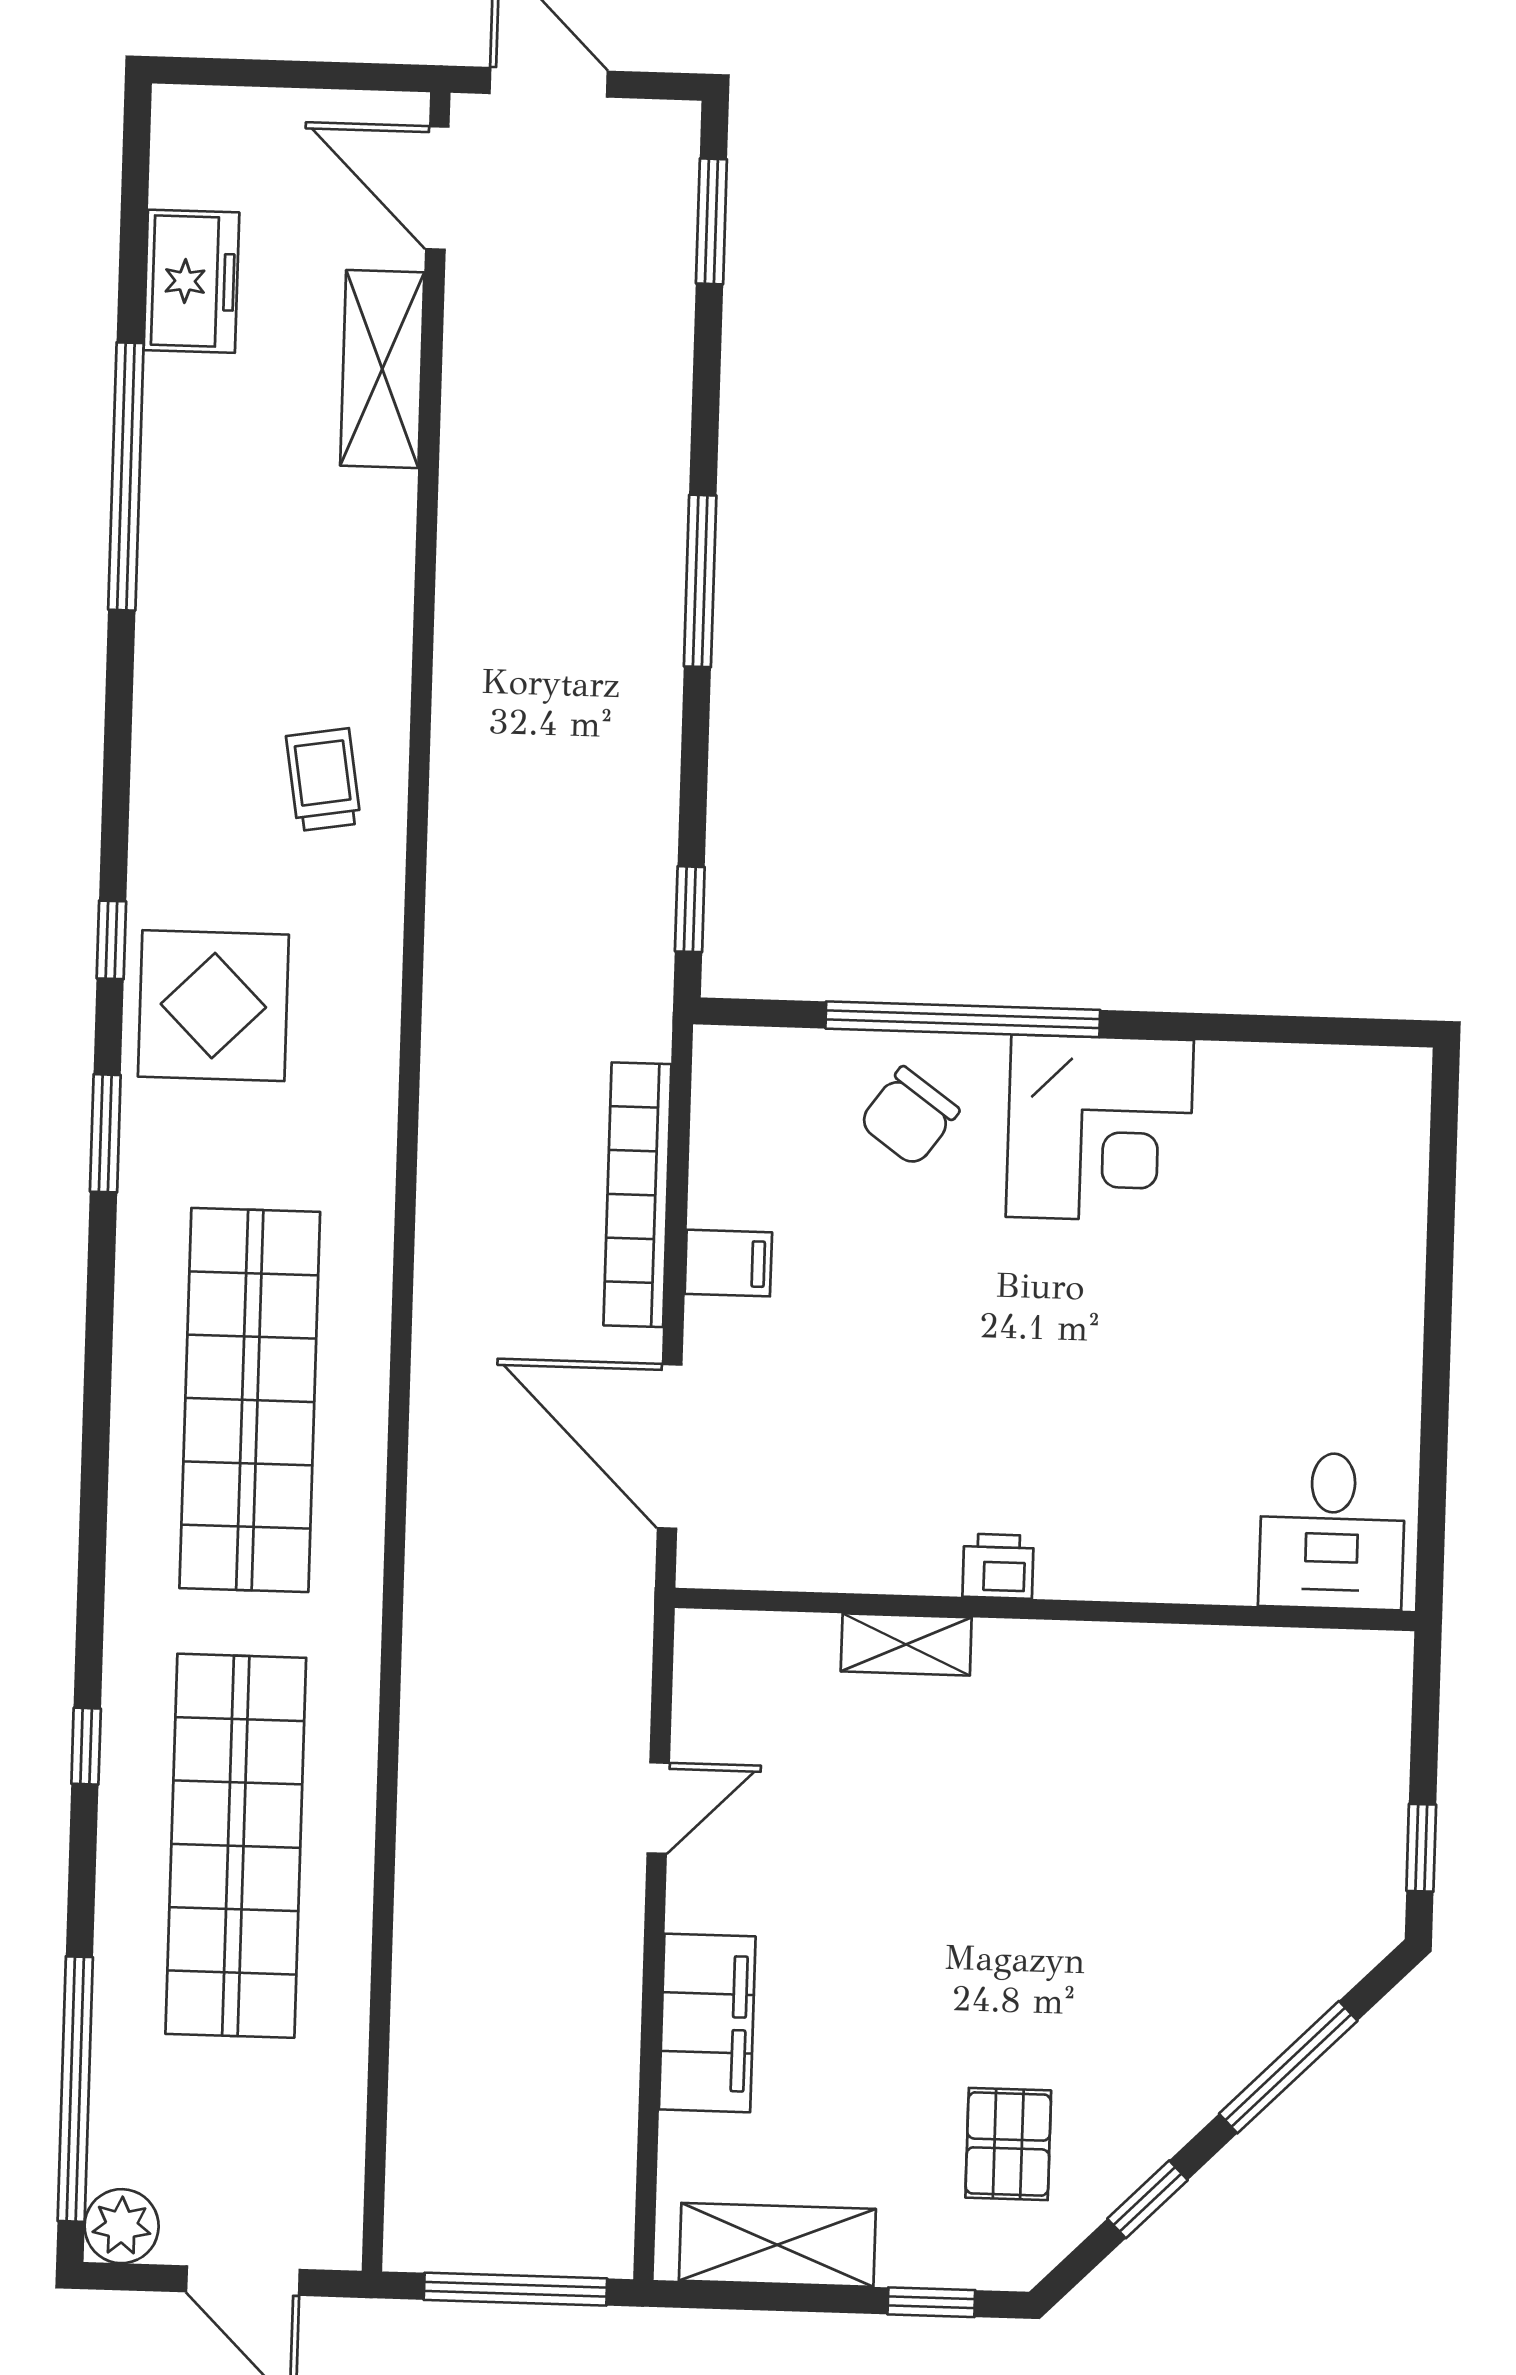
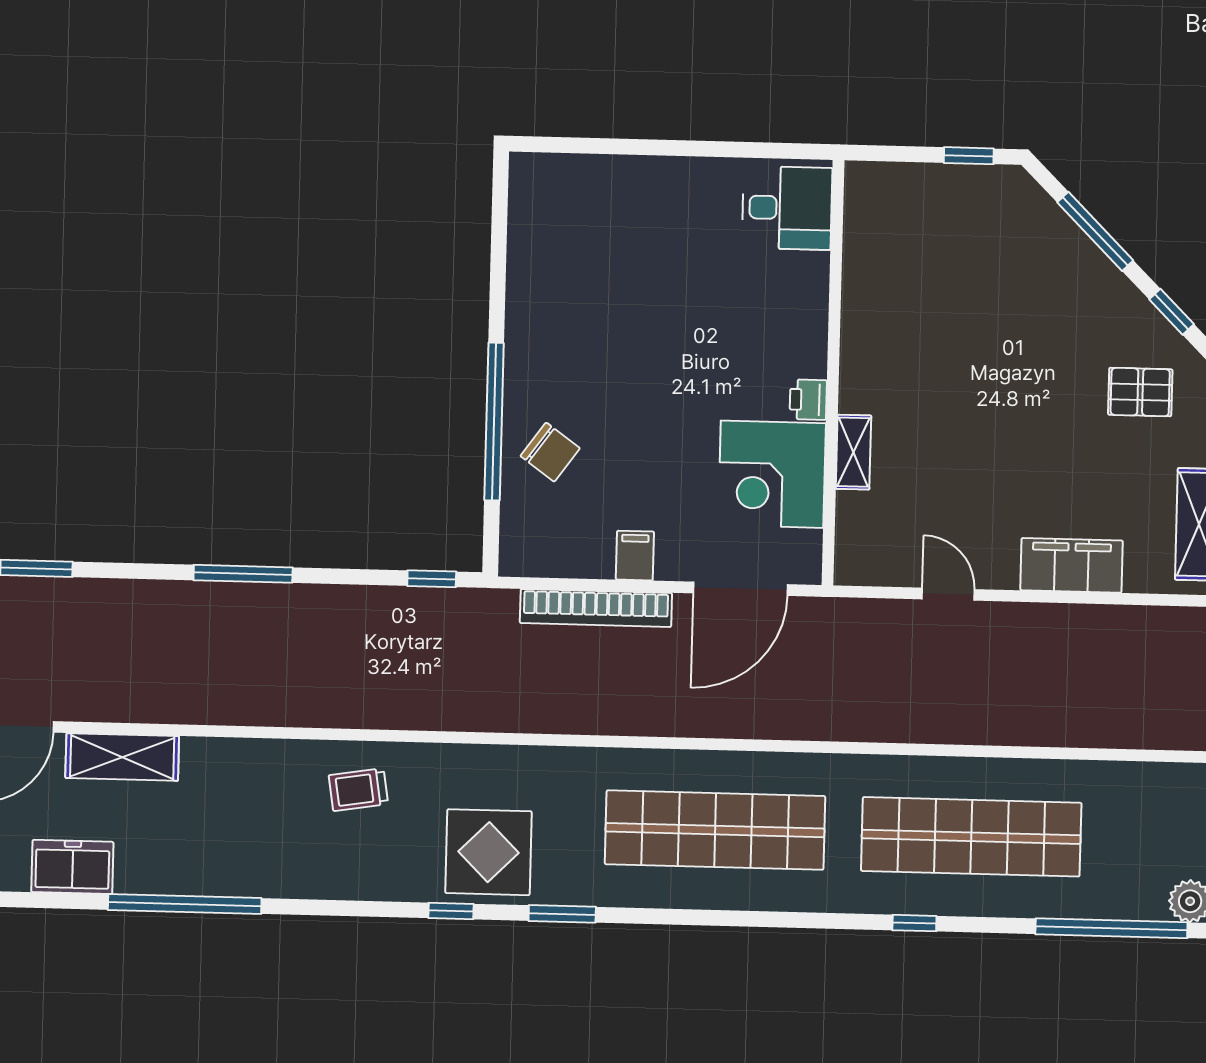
corner desk: (1100, 1128) -> (772, 474), moved, turned 180

